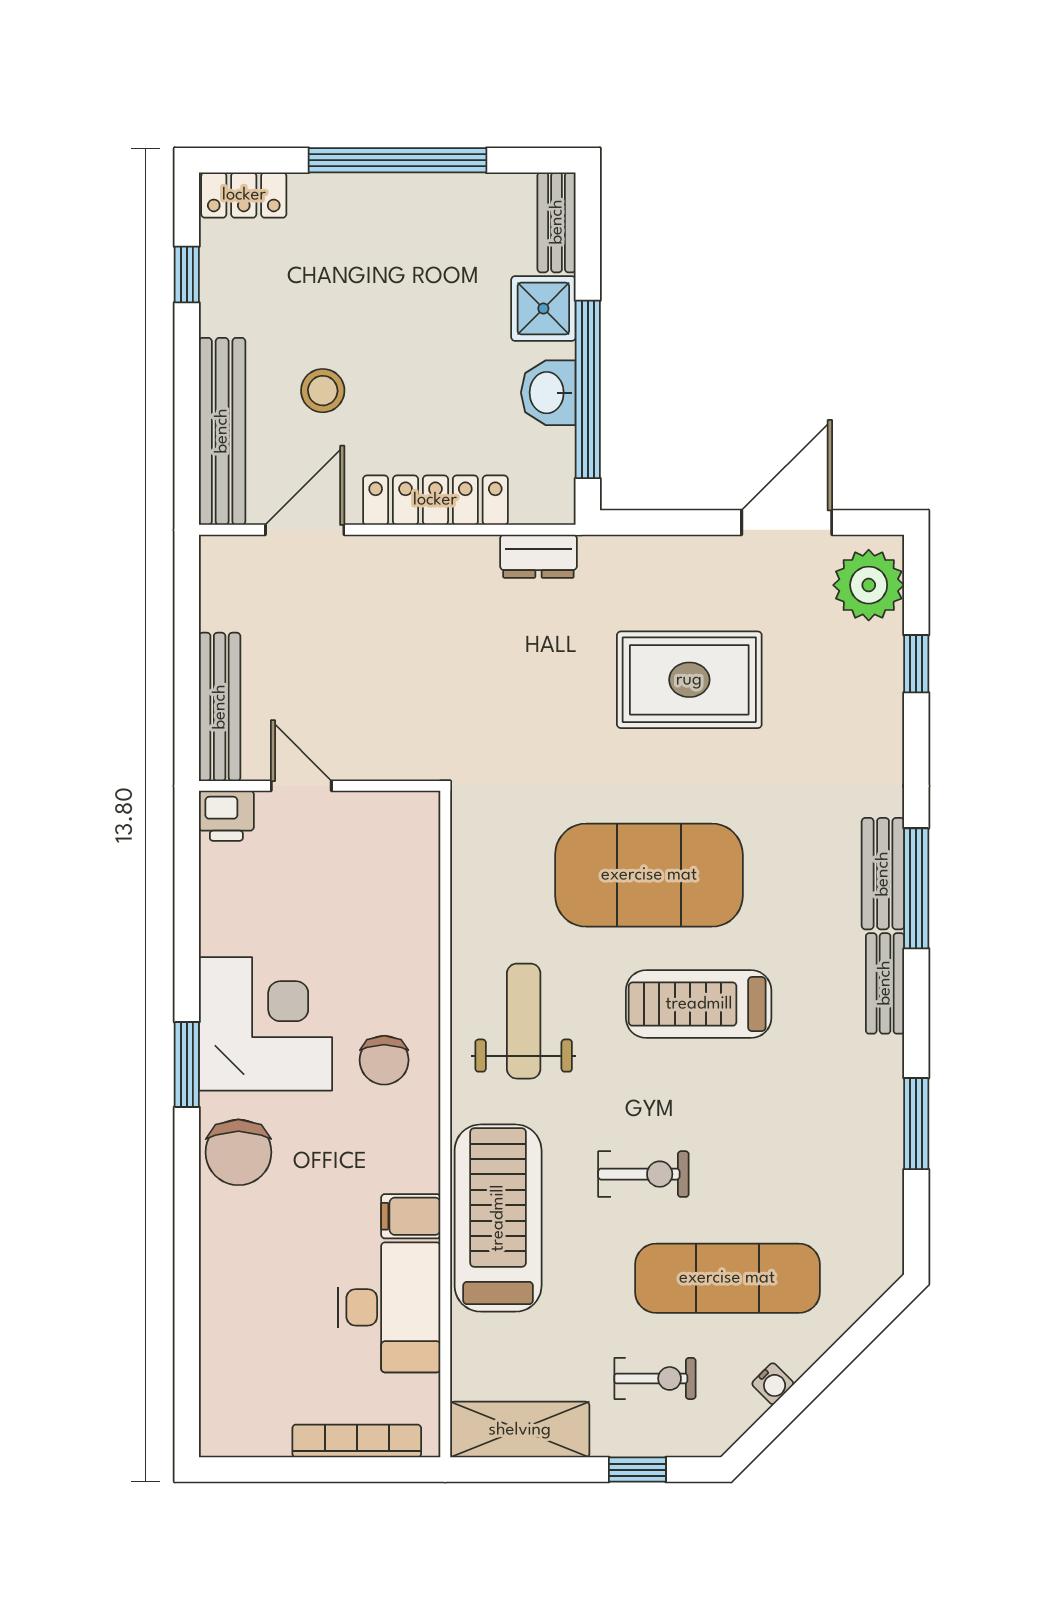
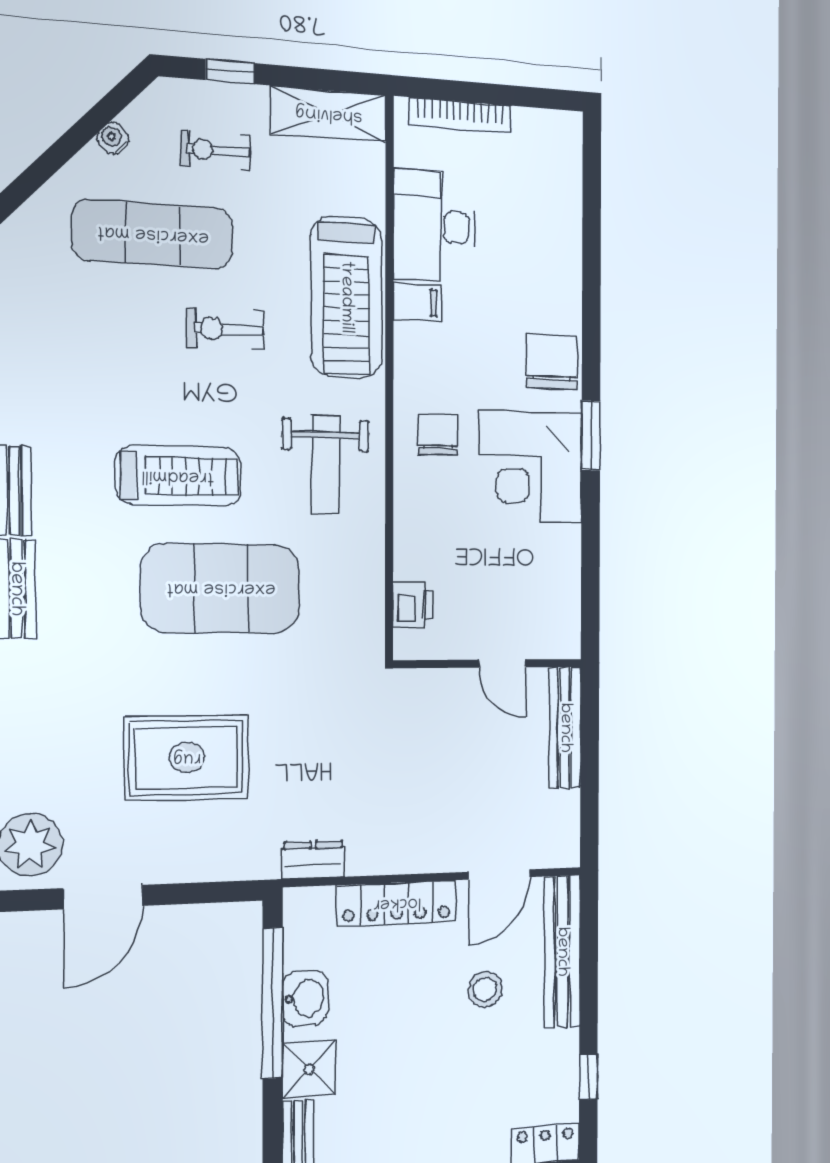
printer: (226, 816) -> (413, 605), moved, turned 90

